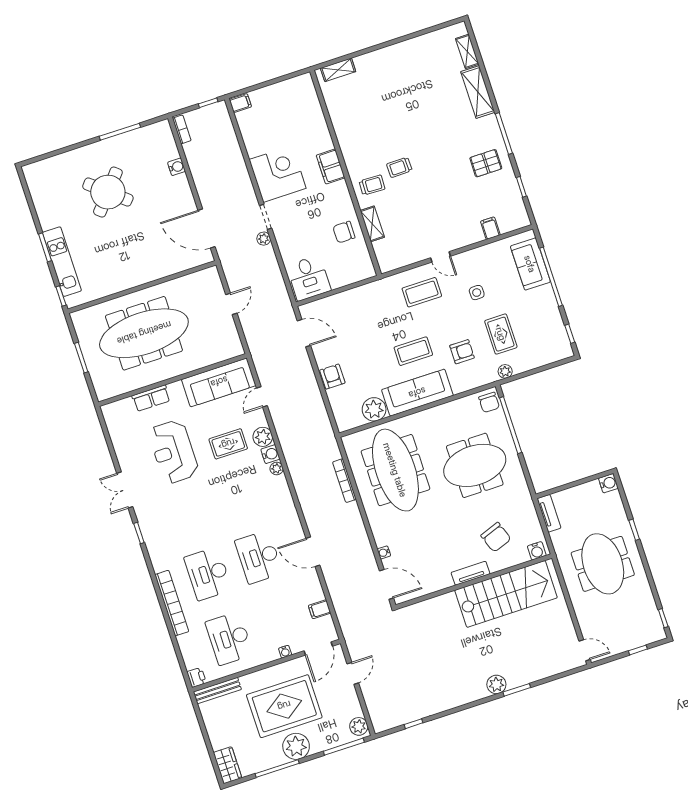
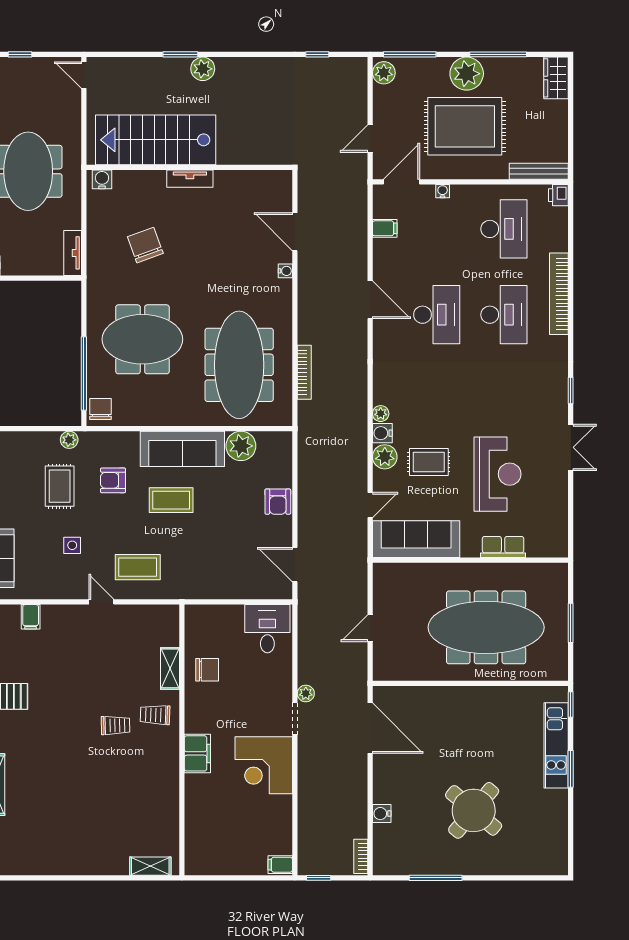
water cooler: (537, 551) -> (102, 179), moved
tv unit: (471, 573) -> (190, 179), moved
wall: (474, 582) -> (189, 167), moved
stairs: (506, 594) -> (156, 140), moved

